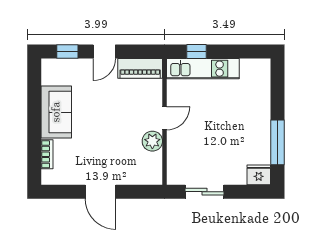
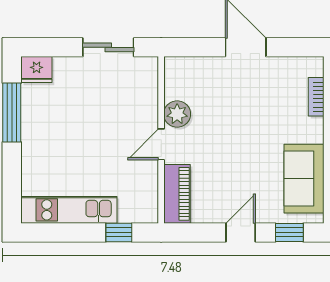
piano: (140, 68) -> (177, 194), moved, turned 90
kitchen unit: (203, 69) -> (69, 210), moved
sofa: (56, 112) -> (304, 179), moved

